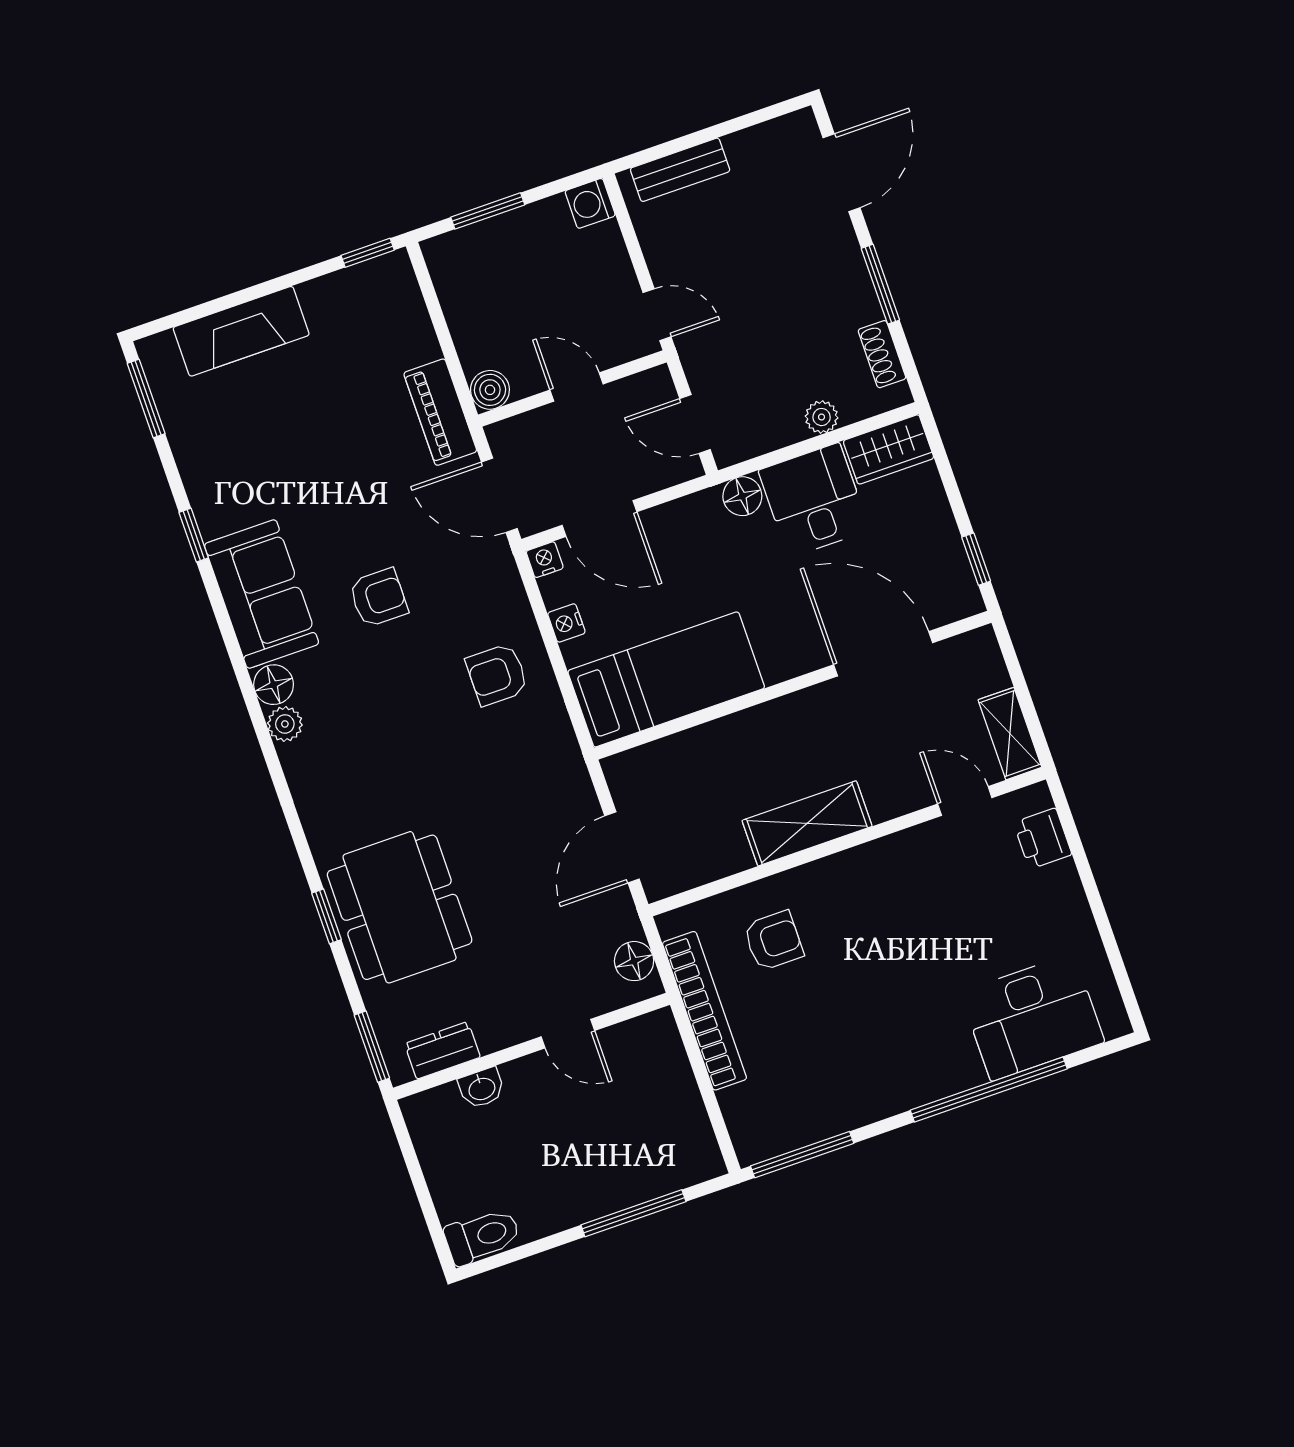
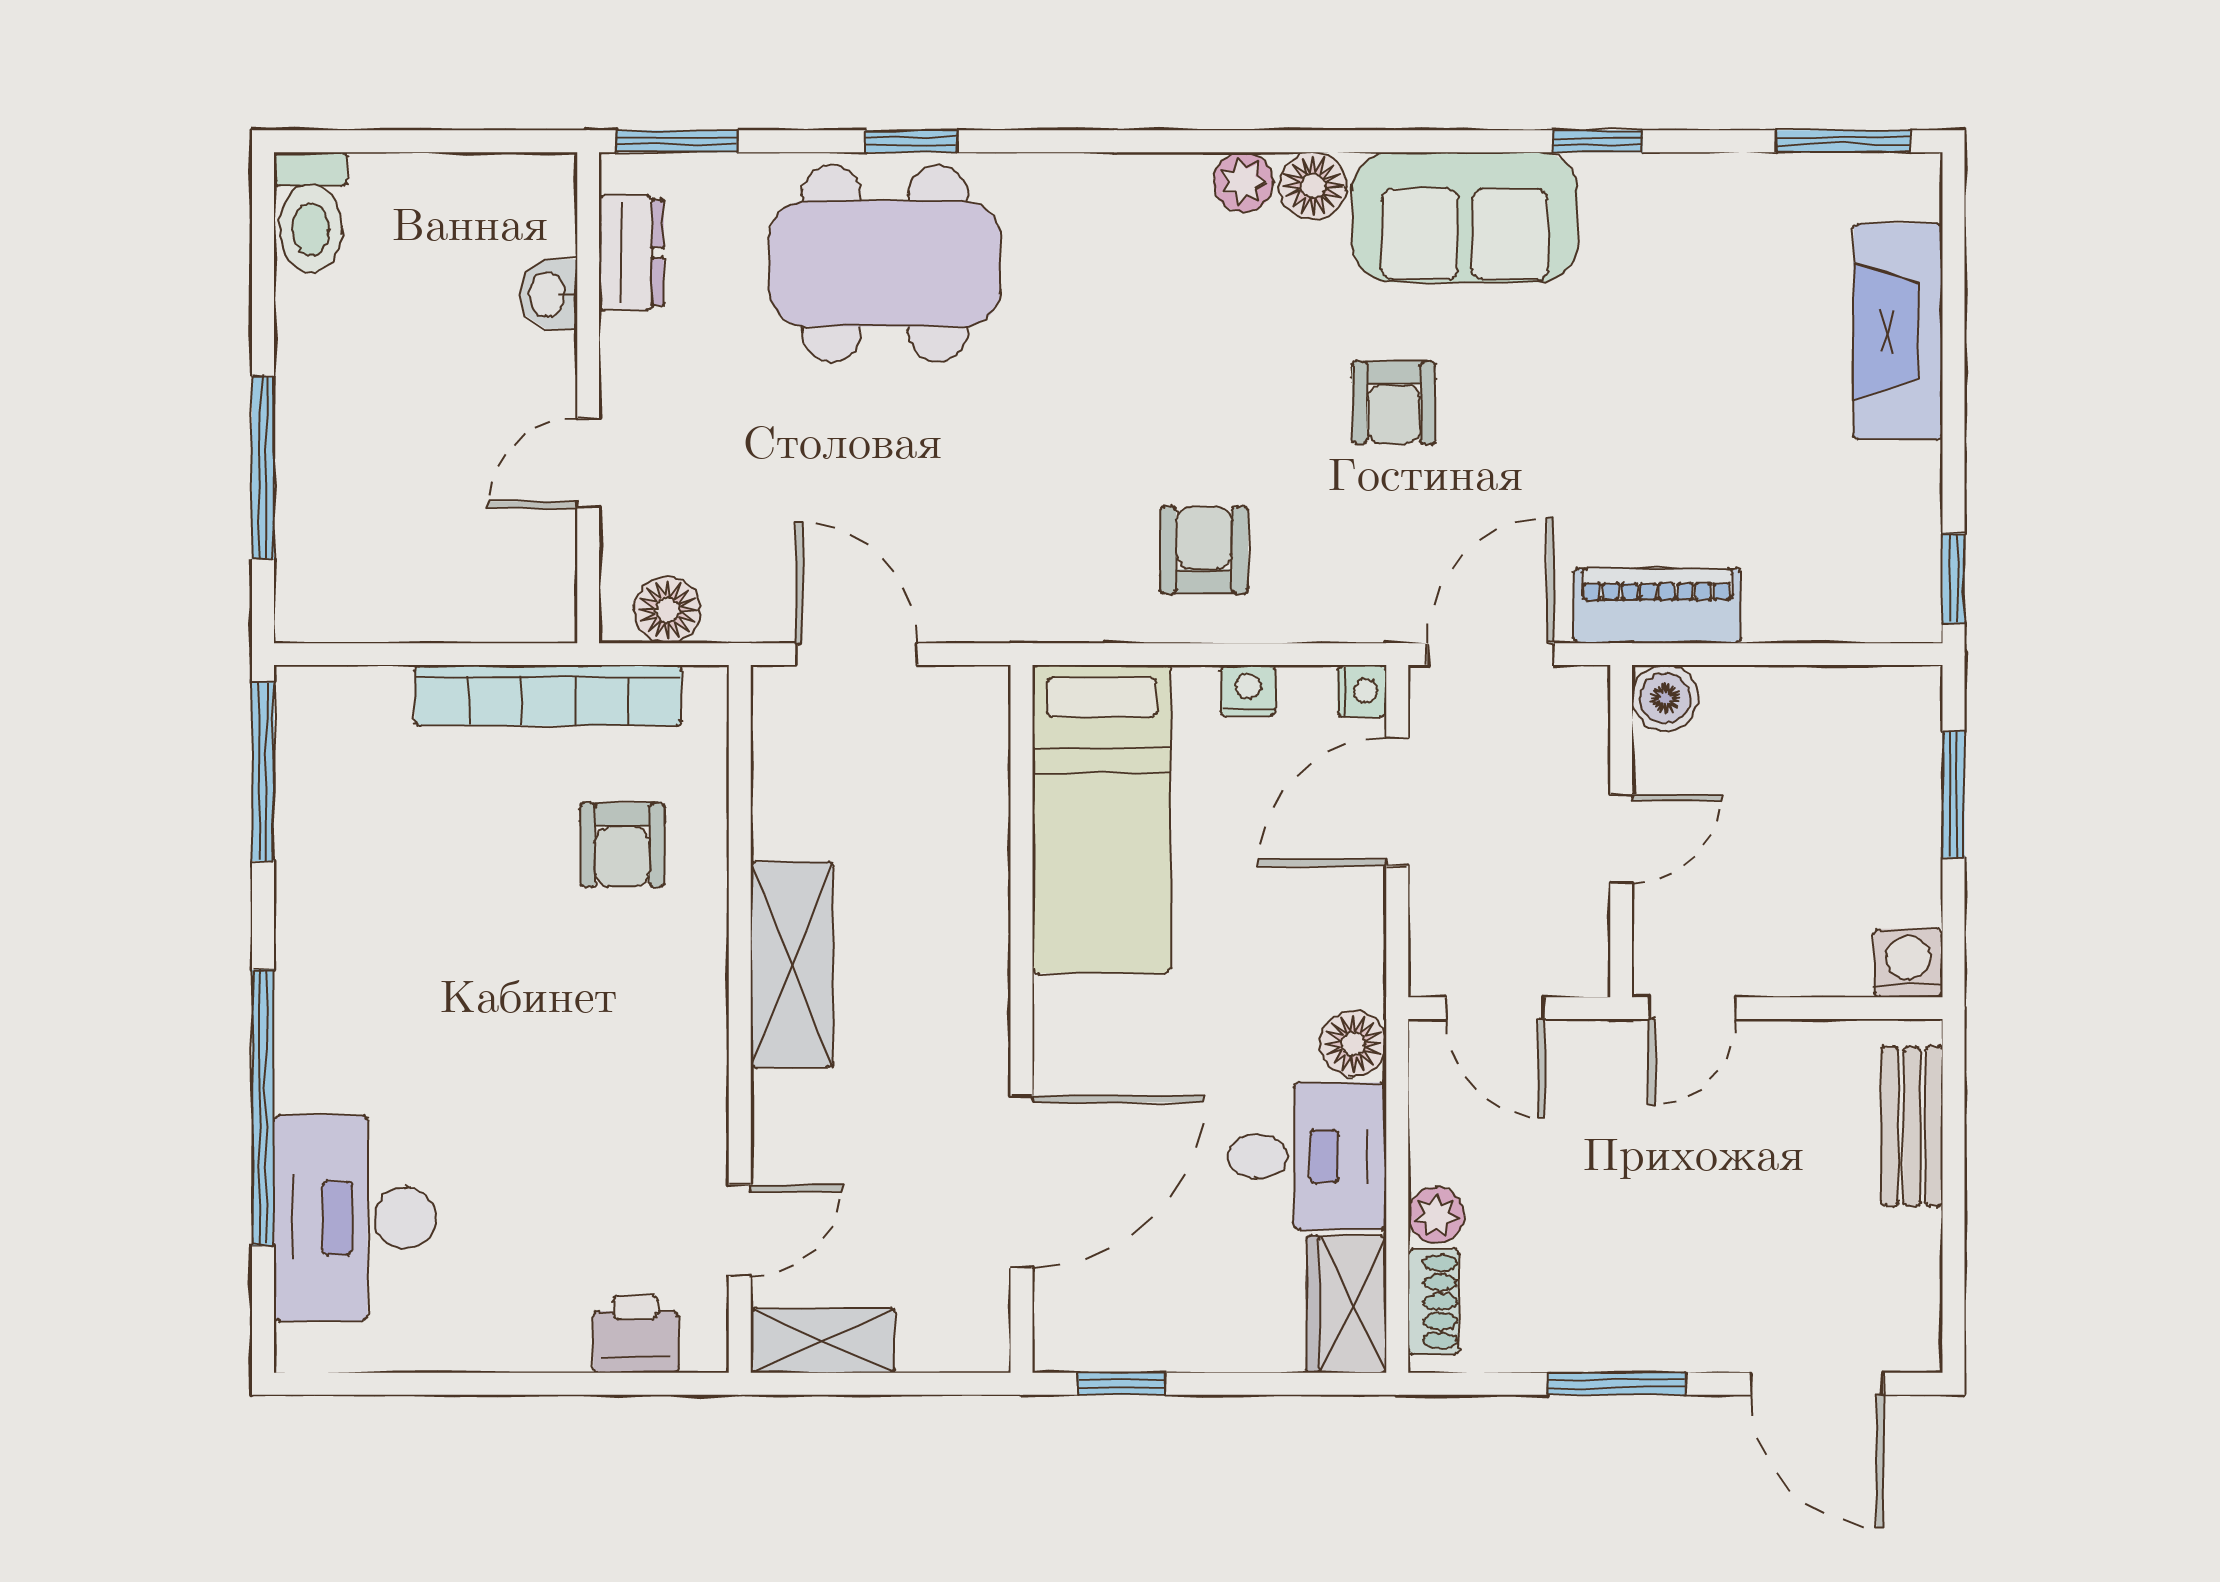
shoe rack: (882, 354) -> (1434, 1302), moved, turned 90
door: (695, 424) -> (1496, 1008), swing flipped

